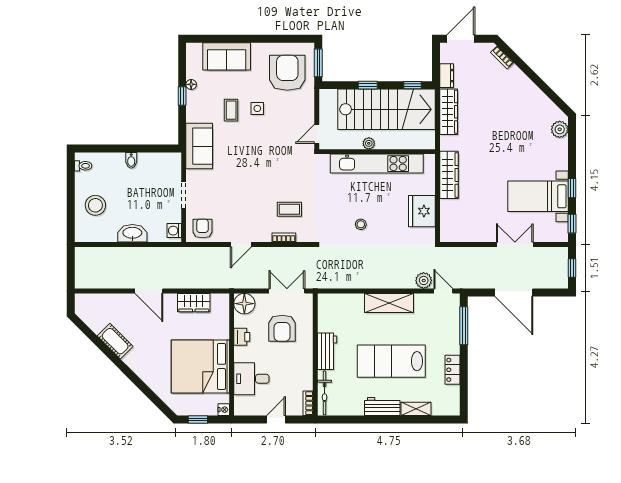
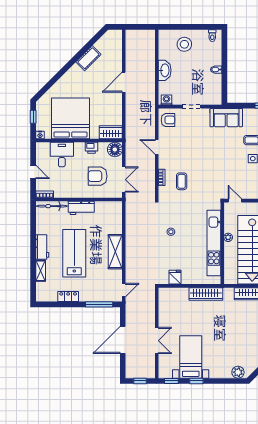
fridge: (422, 211) -> (175, 277), width x0.53, depth x0.75
plant: (424, 280) -> (131, 276), removed
wardrobe: (194, 303) -> (111, 132), moved, turned 90

